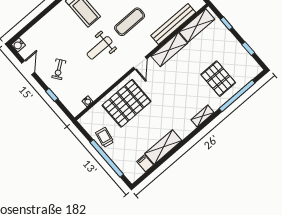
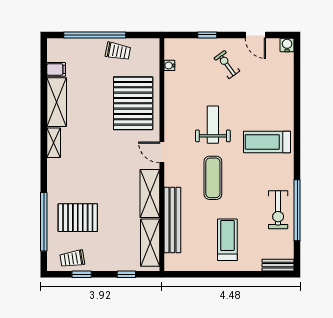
trolley: (244, 62) -> (72, 259), added
shelving: (202, 116) -> (54, 143), moved

